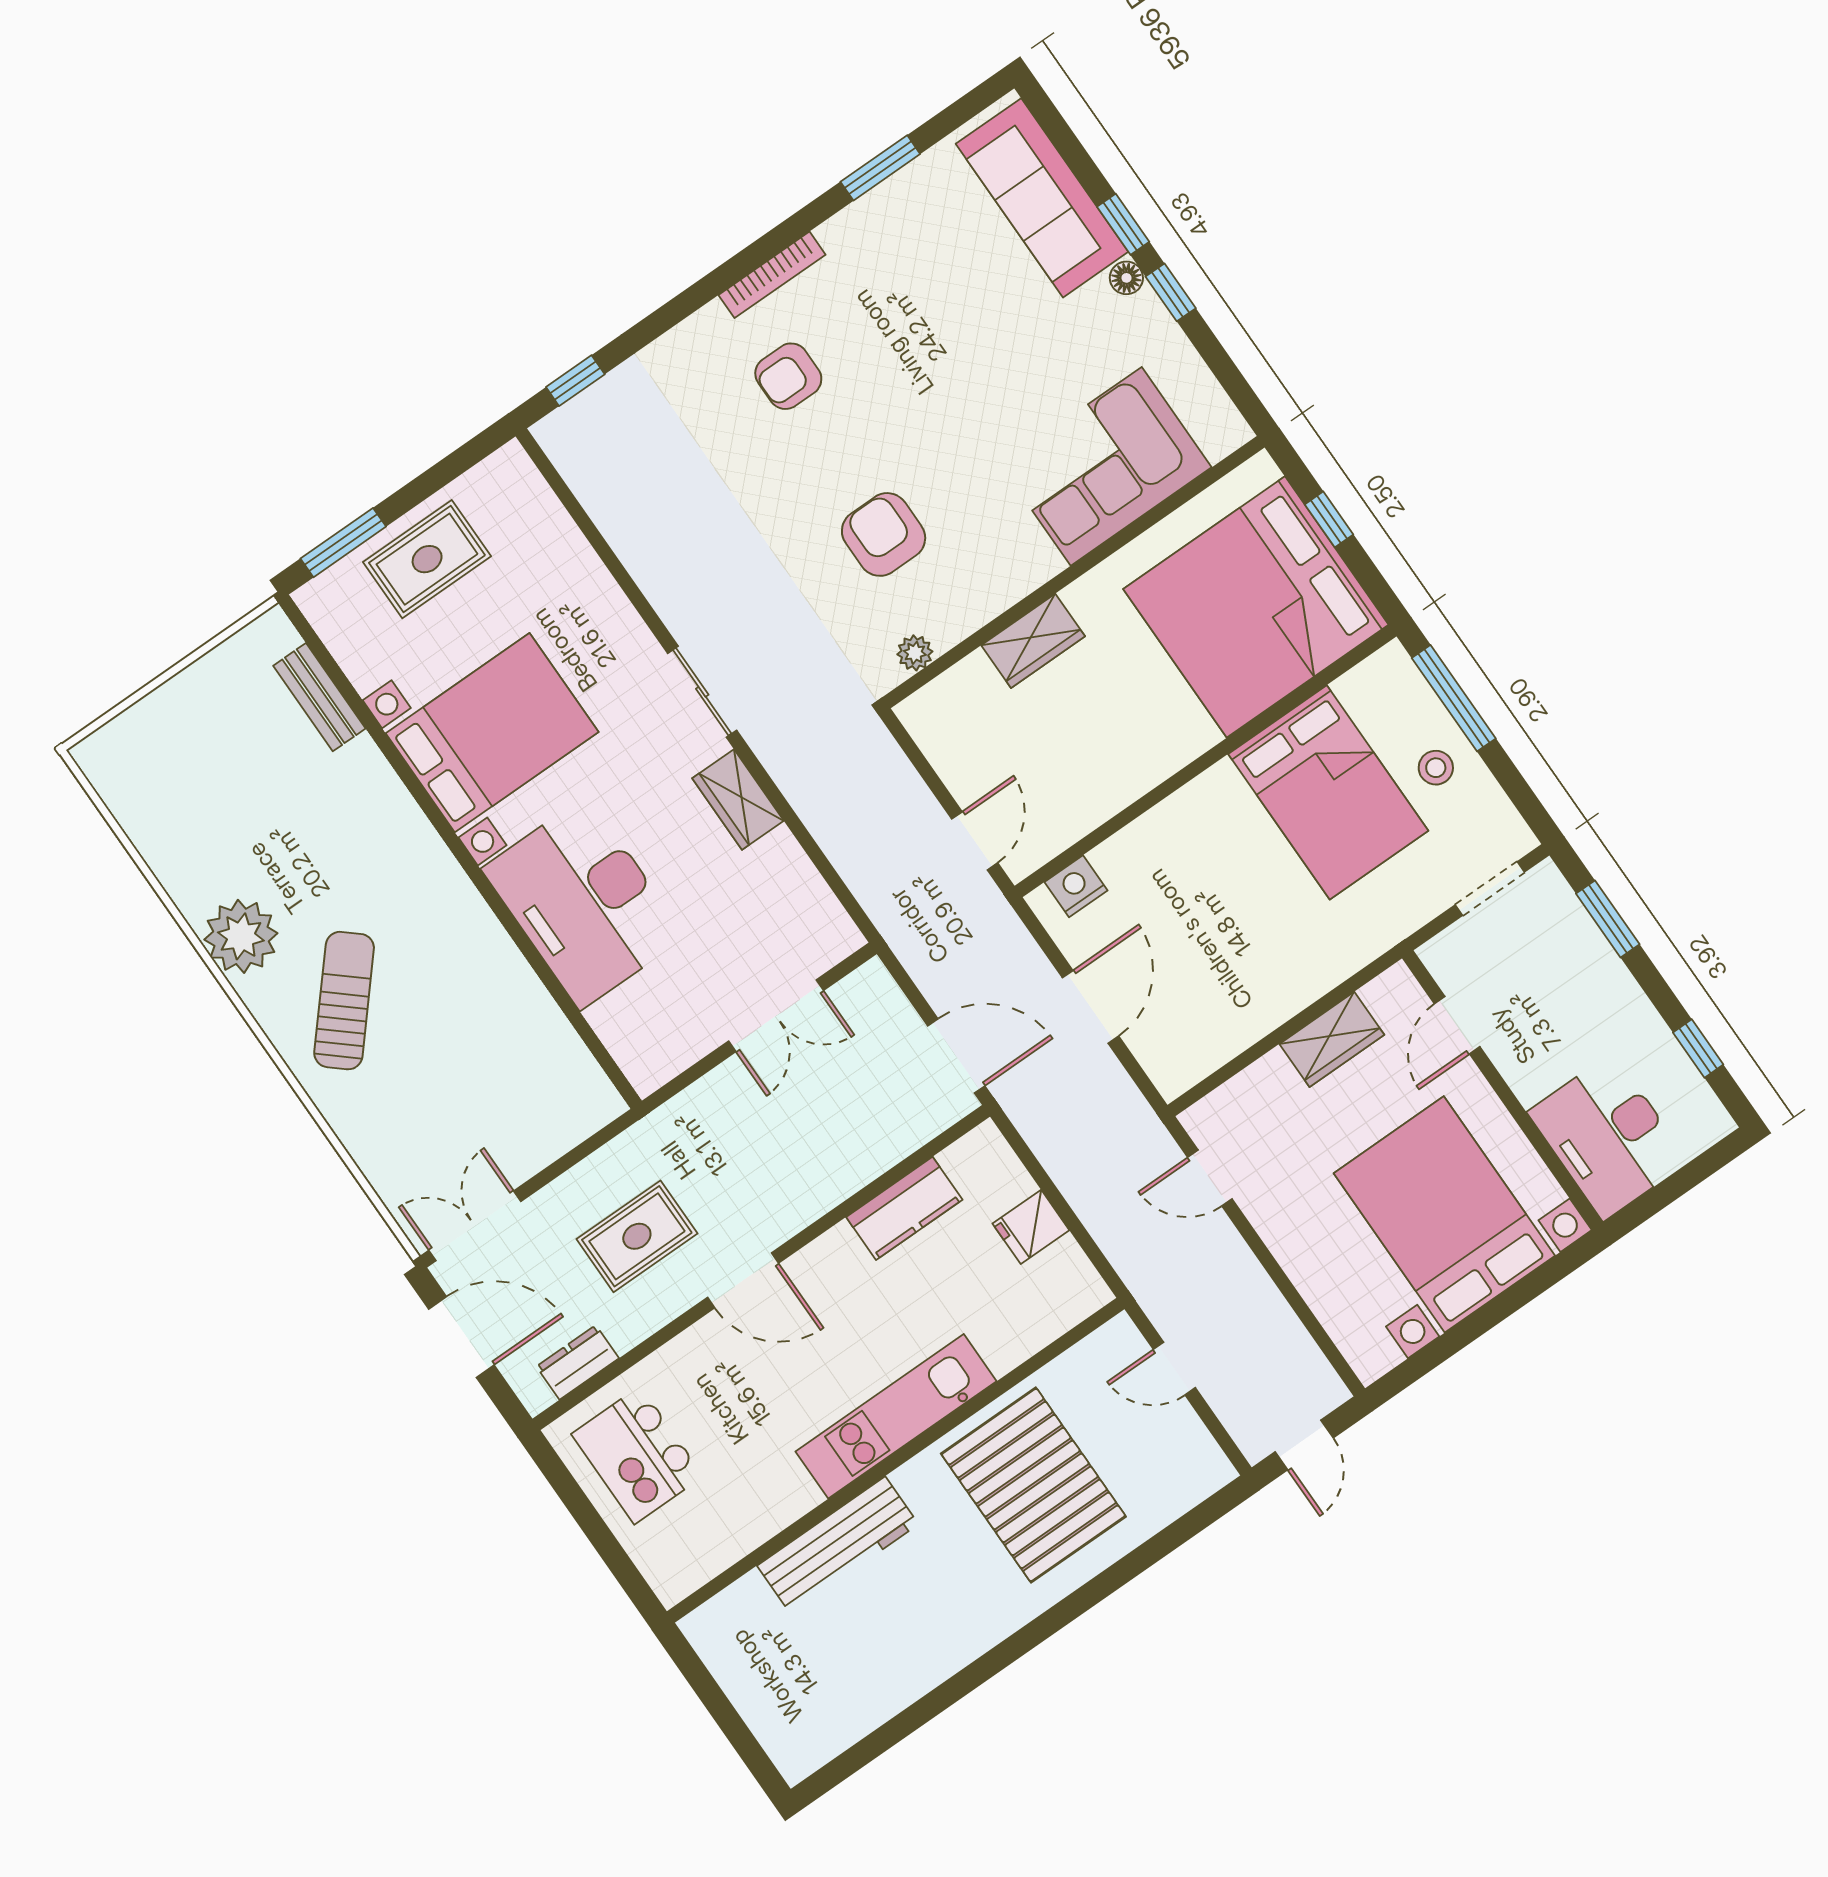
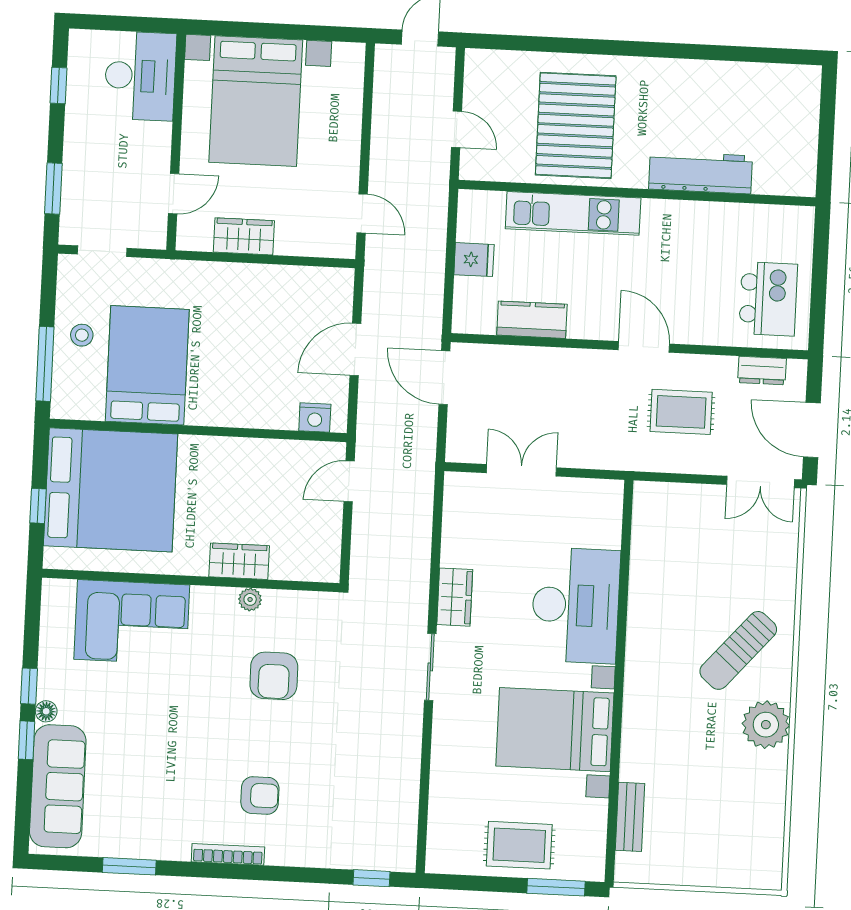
plant: (915, 653) -> (250, 599), moved
kitchen unit: (896, 1416) -> (573, 213), moved

